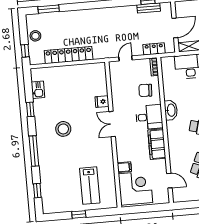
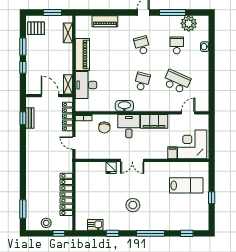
locker: (154, 49) -> (67, 116), width x1.53

